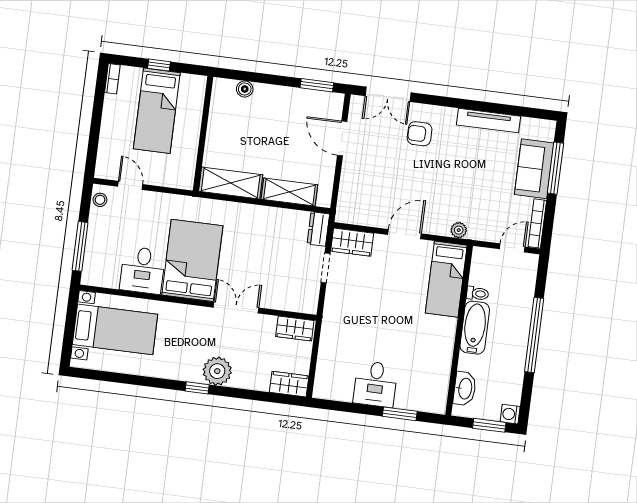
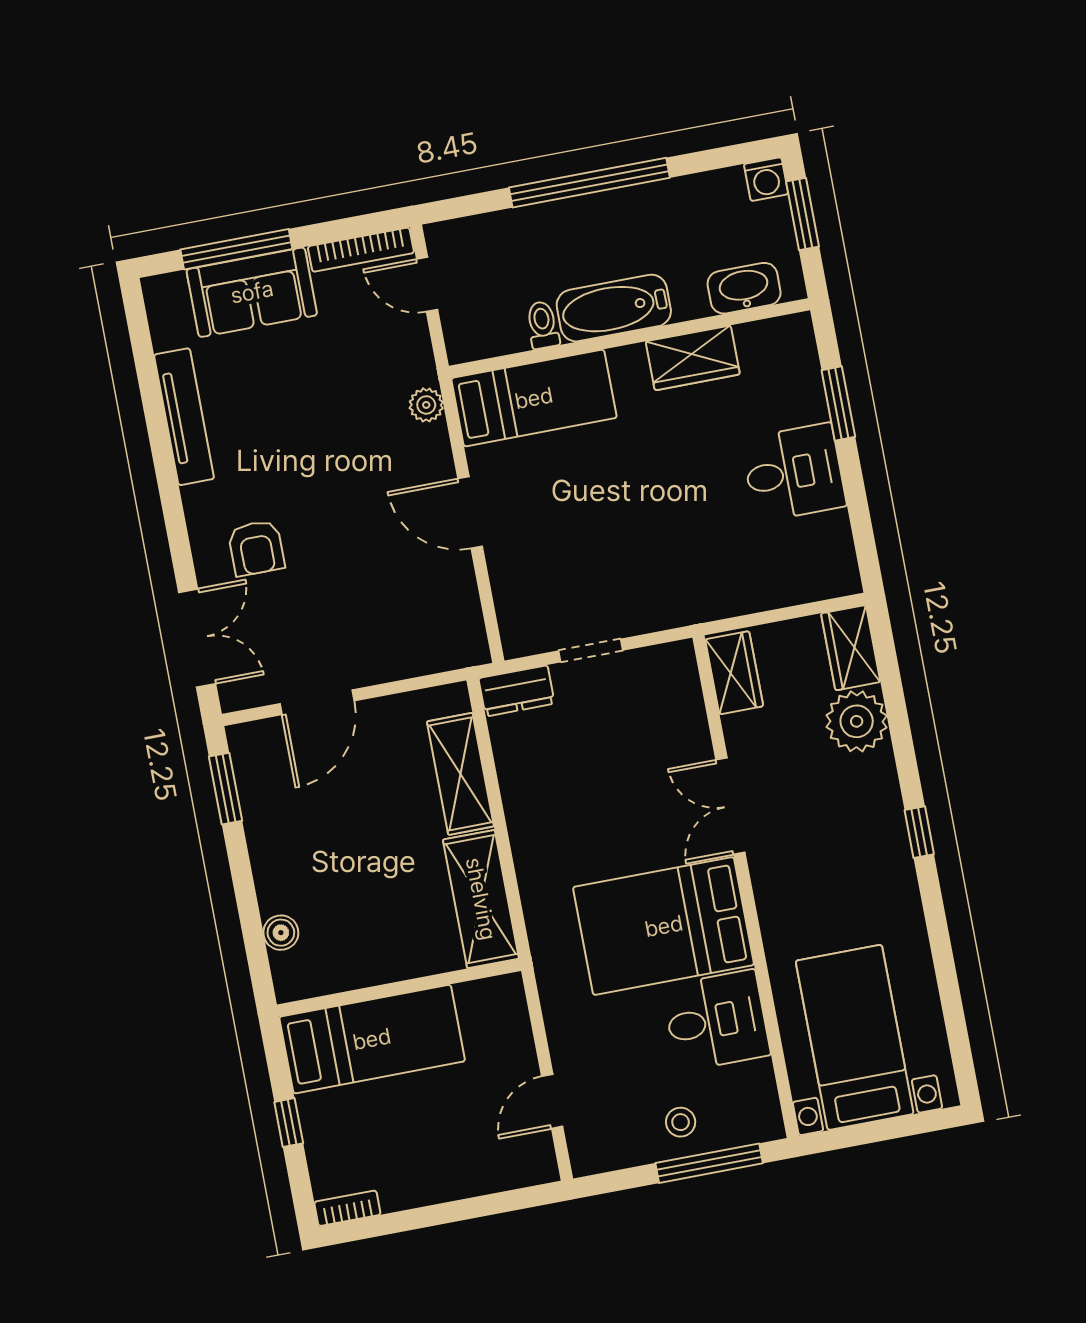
bed: (157, 111) -> (372, 1039), moved
stool: (100, 200) -> (681, 1122), moved
wardrobe: (352, 242) -> (693, 358), moved, turned 90
plant: (217, 371) -> (857, 721), moved

